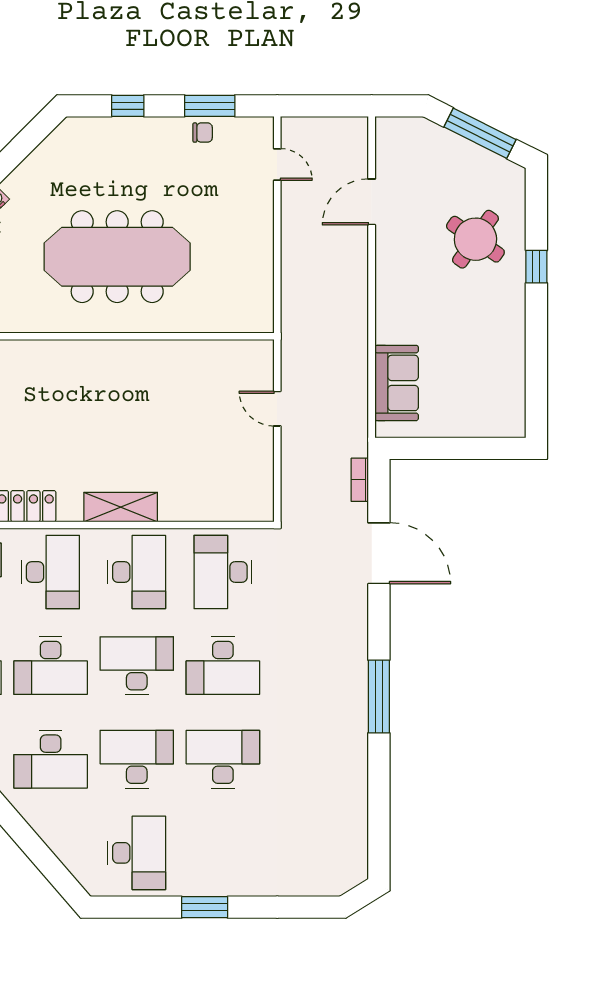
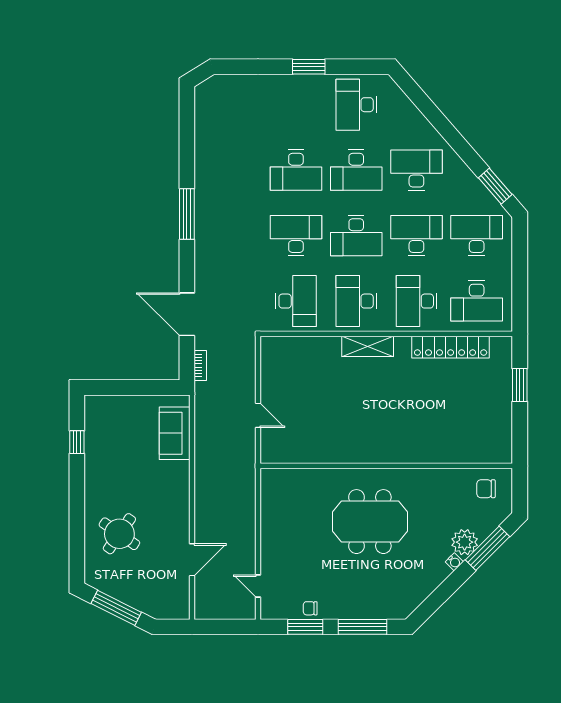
window: (128, 106) -> (362, 627), width x2.17
meeting table: (117, 257) -> (370, 522), width x0.73
window: (536, 267) -> (77, 442), moved

